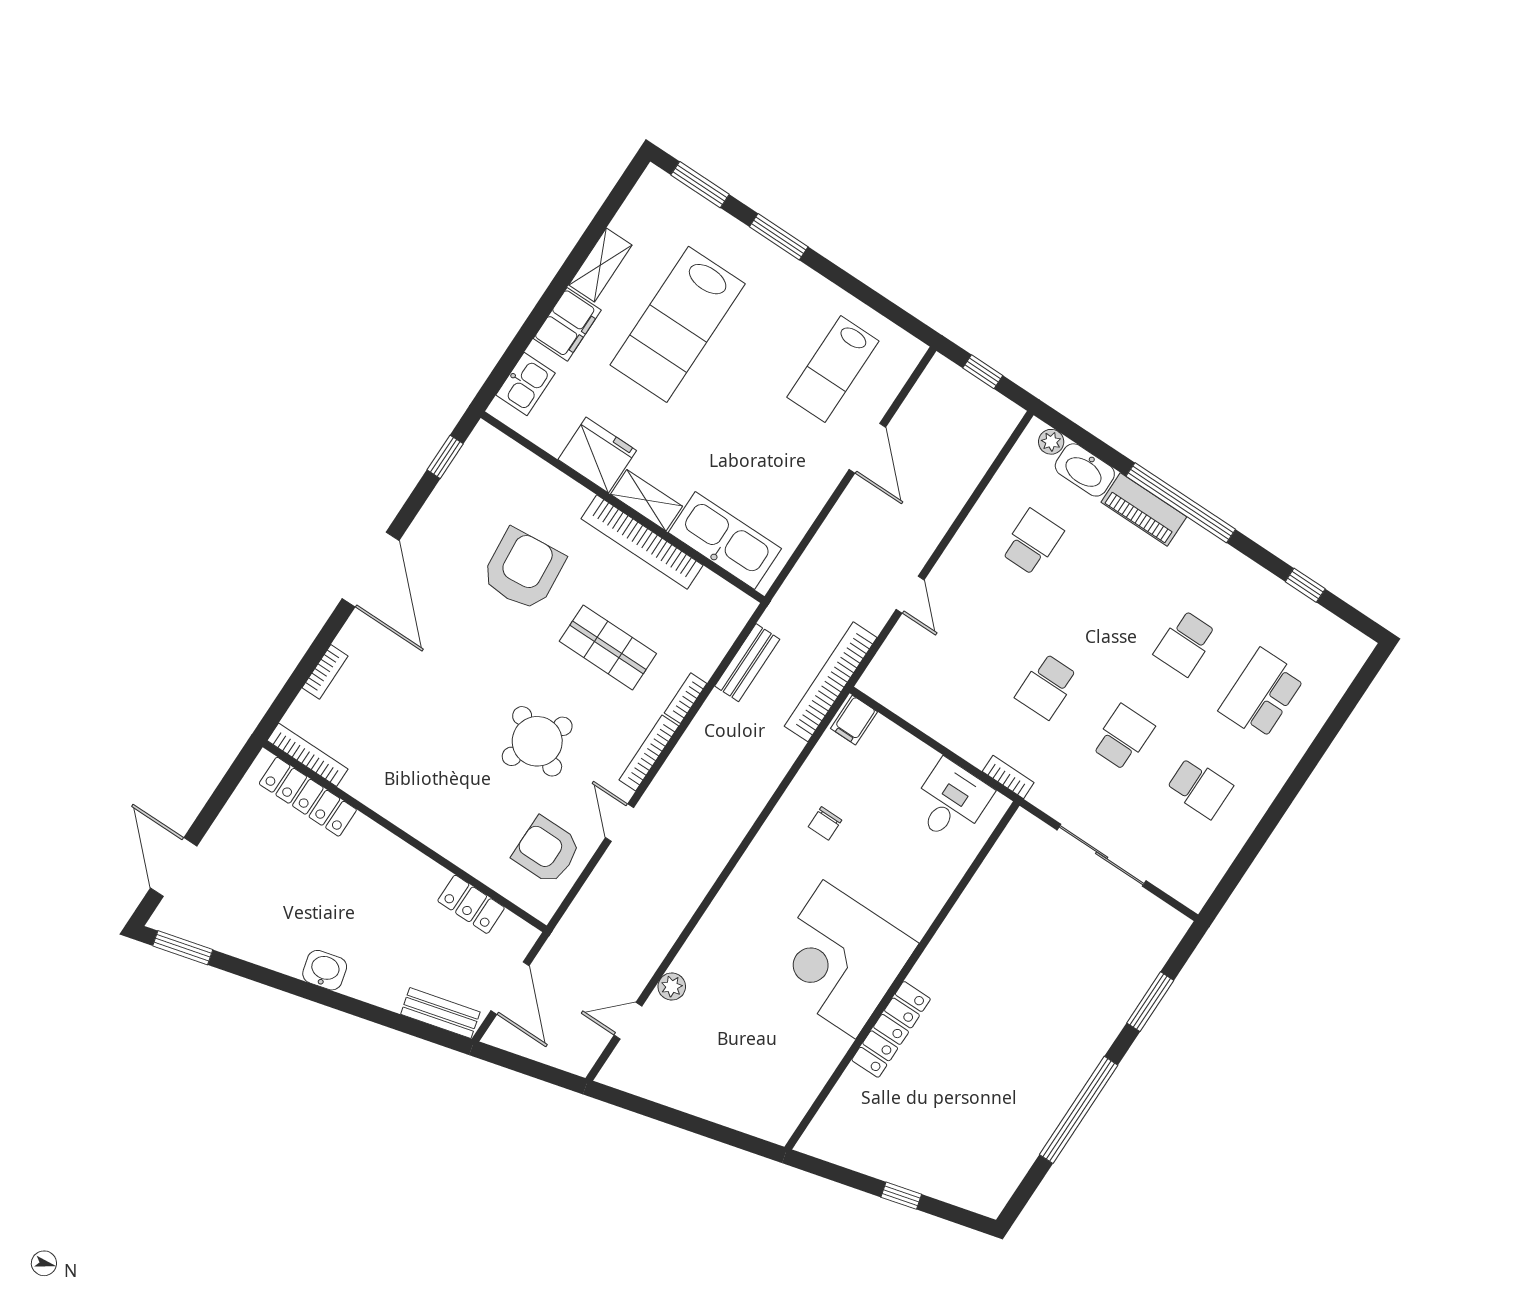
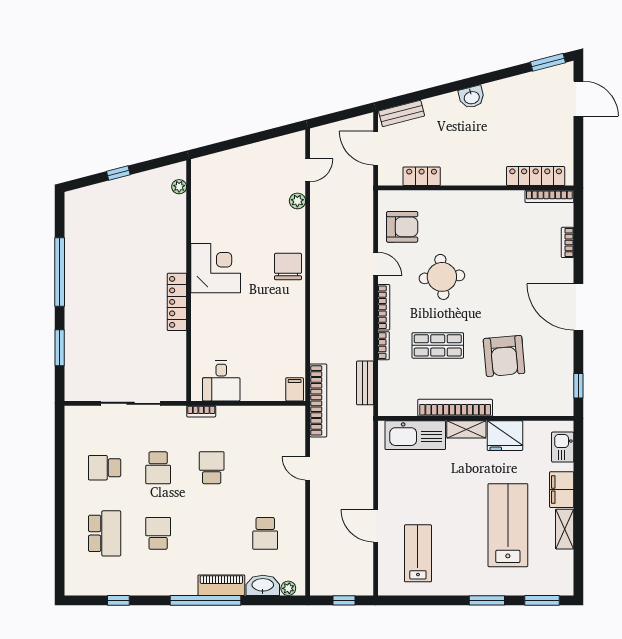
round table: (537, 741) -> (442, 277), turned -31
chair: (825, 823) -> (288, 267), moved, width x1.87, depth x1.87
corner desk: (839, 959) -> (216, 268), width x0.74, depth x0.74
locker: (891, 1029) -> (177, 302), moved
plant: (827, 1119) -> (179, 187), added

